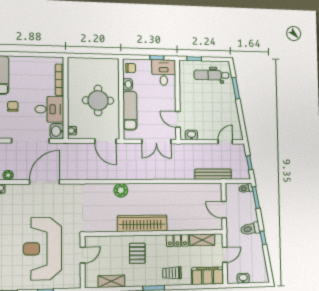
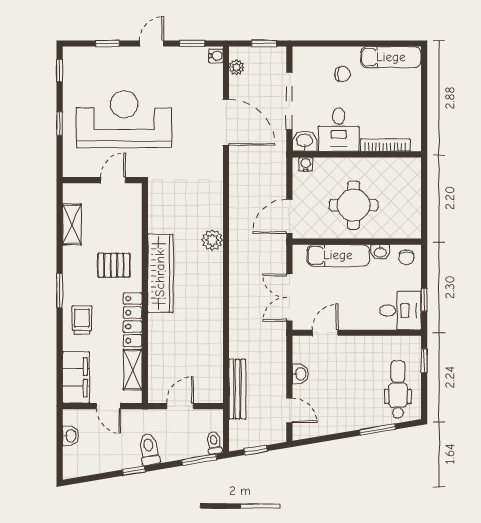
washbasin: (191, 135) -> (300, 374), moved
locker: (177, 241) -> (133, 320), width x1.53
door: (83, 255) -> (113, 180), swing flipped

